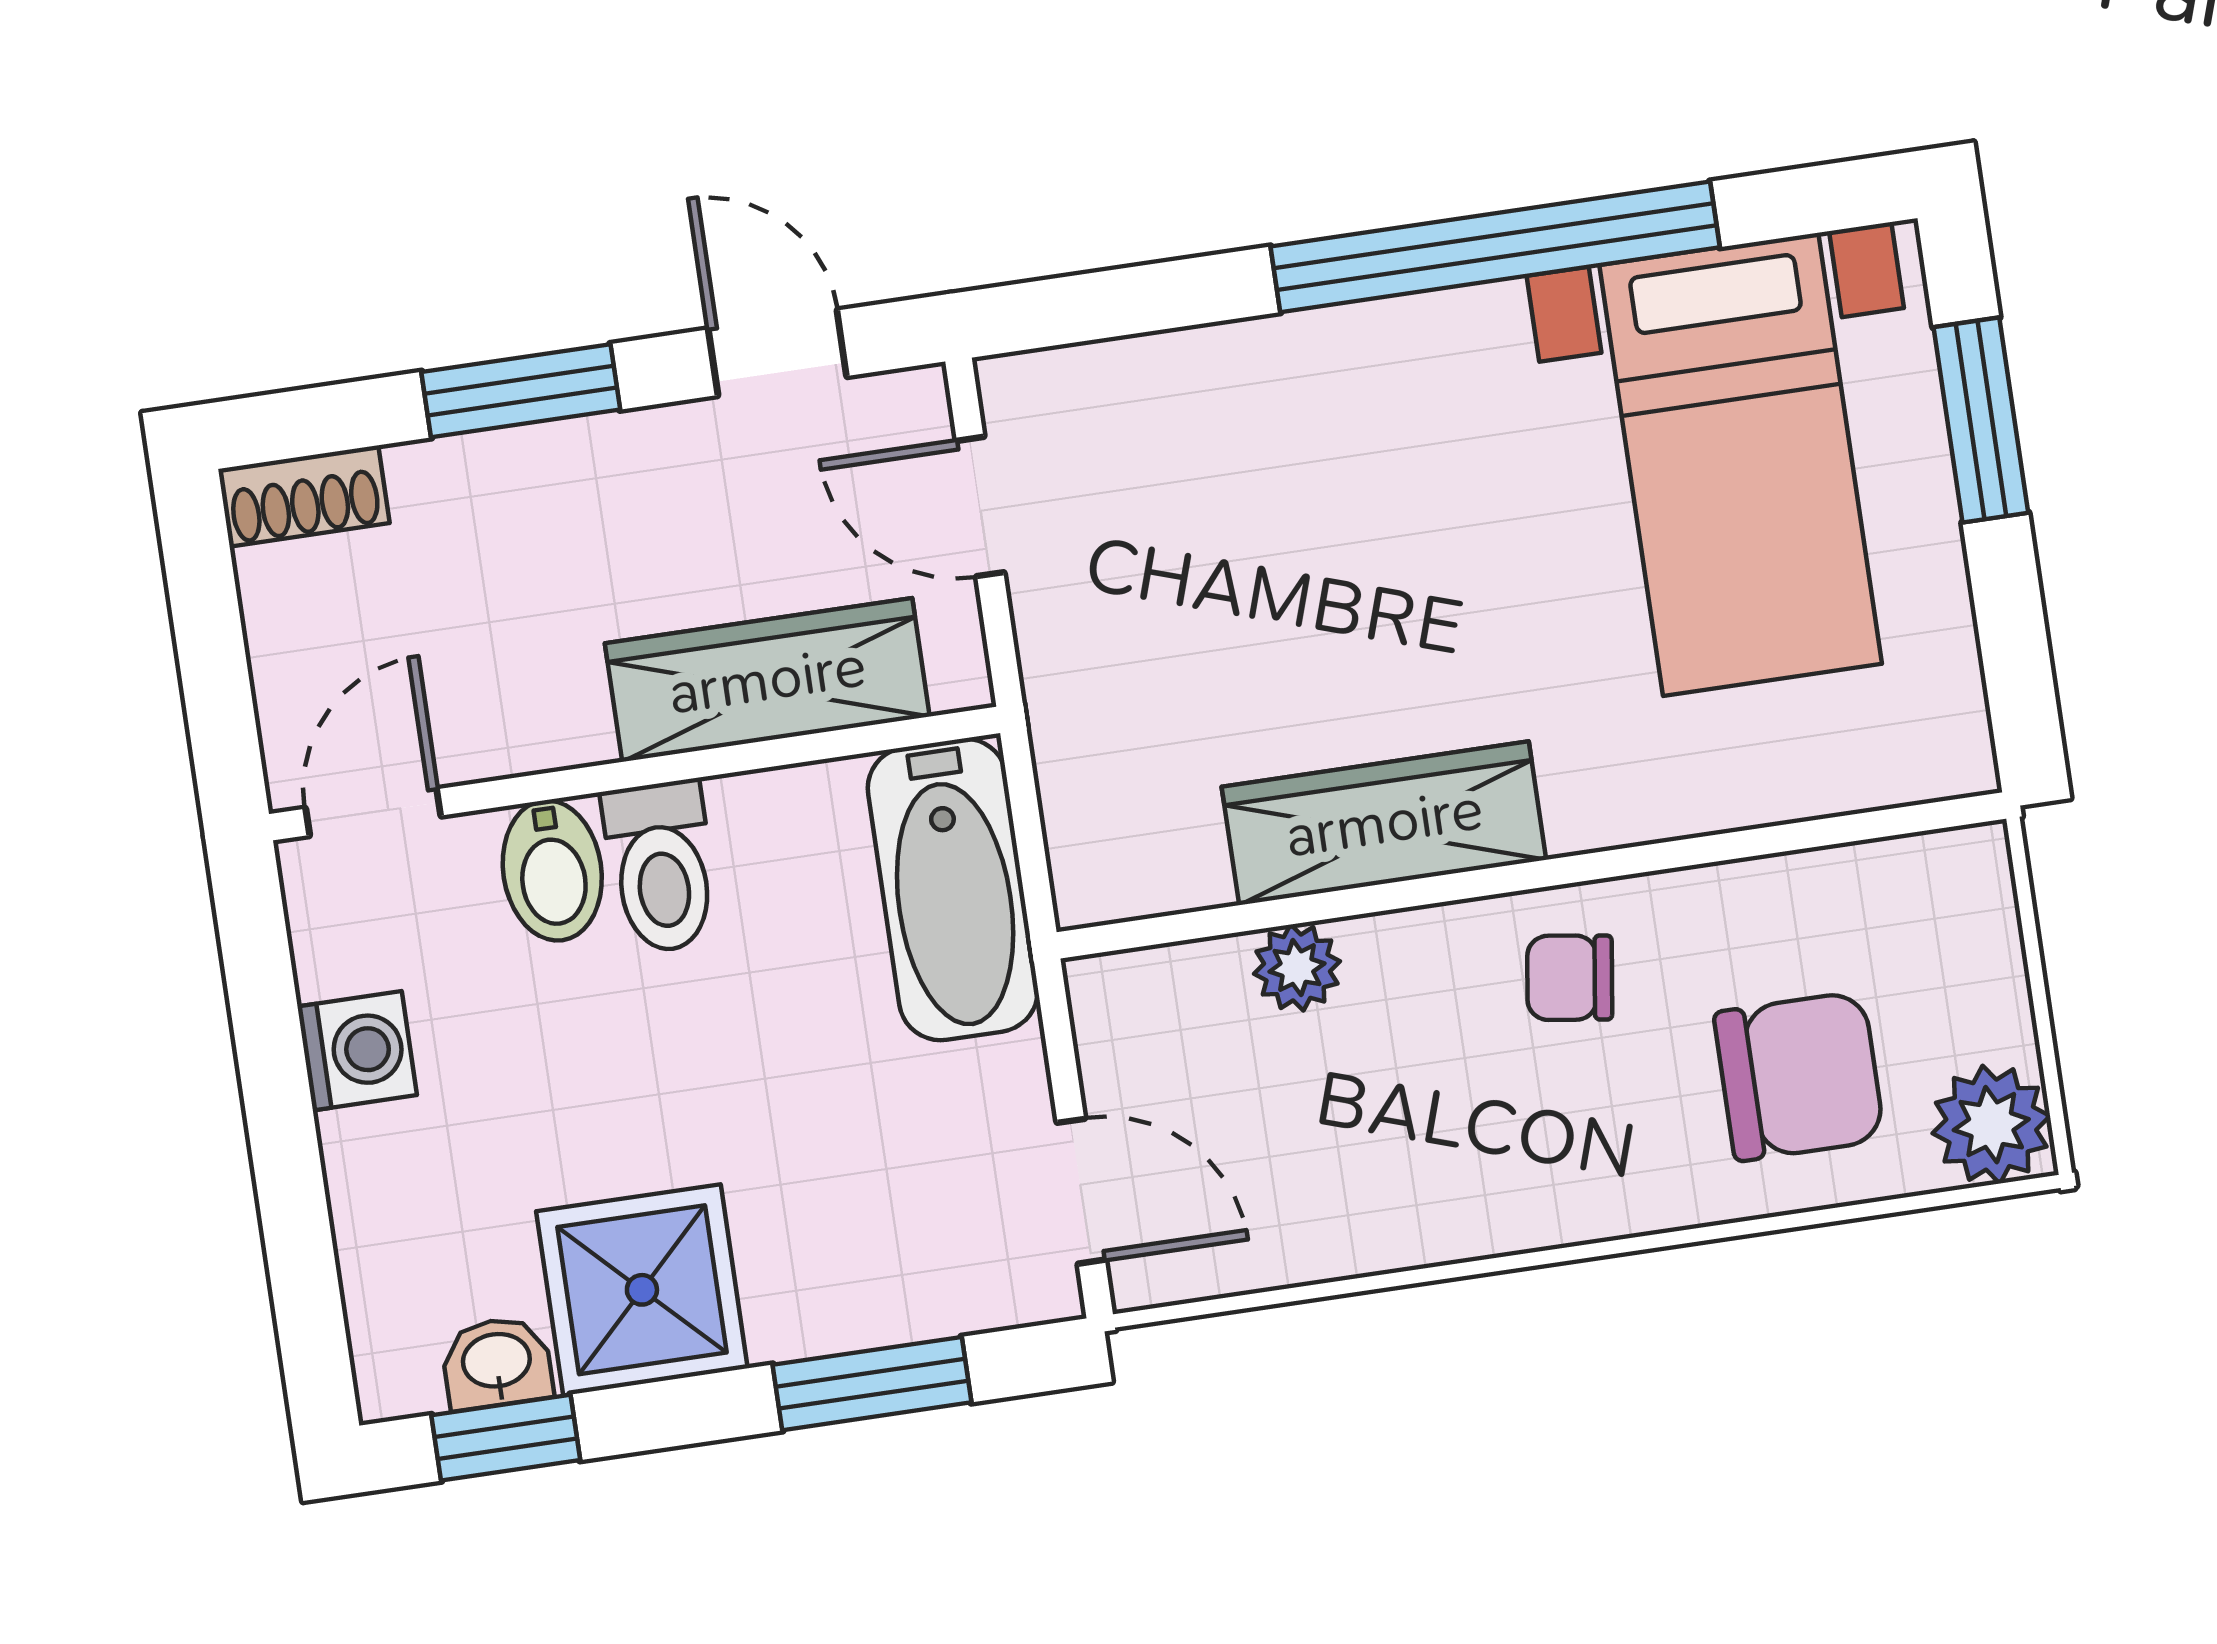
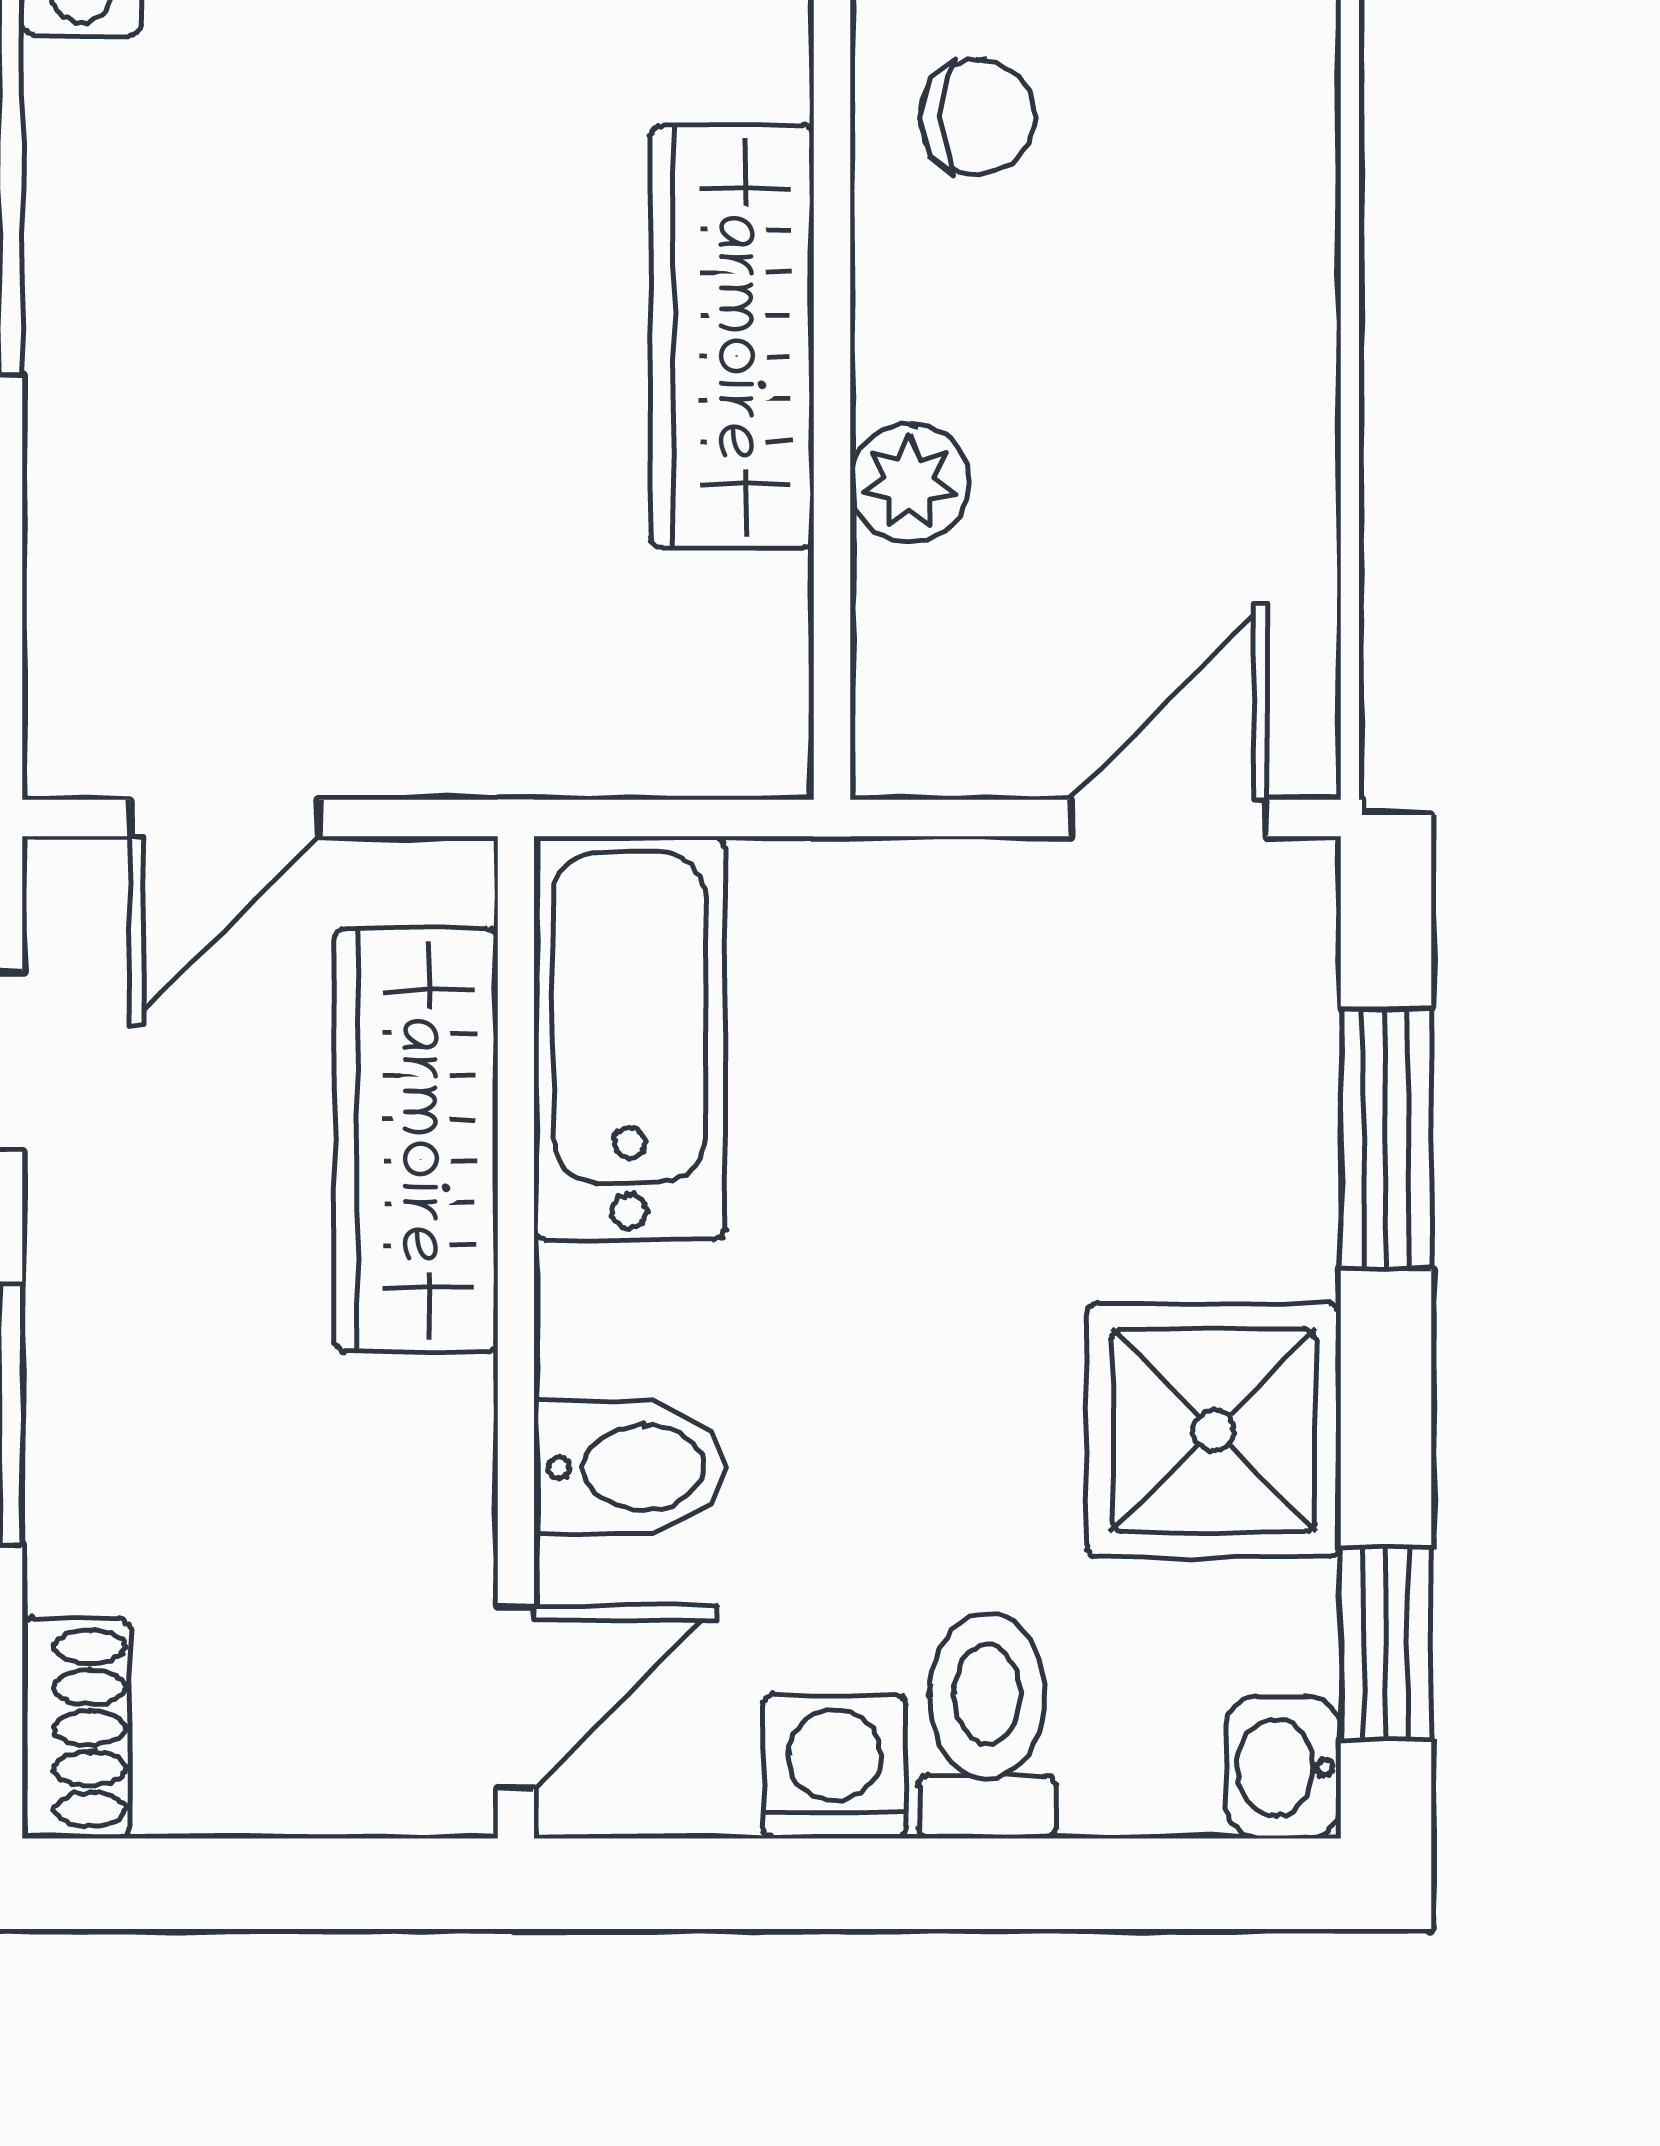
door: (373, 812) -> (516, 1697), swing flipped
toilet: (661, 867) -> (987, 1726), moved, turned -90
bathtub: (953, 889) -> (629, 1038), moved, turned -90
chair: (1570, 978) -> (978, 117), turned -98
washbasin: (497, 1363) -> (1283, 1767), moved

